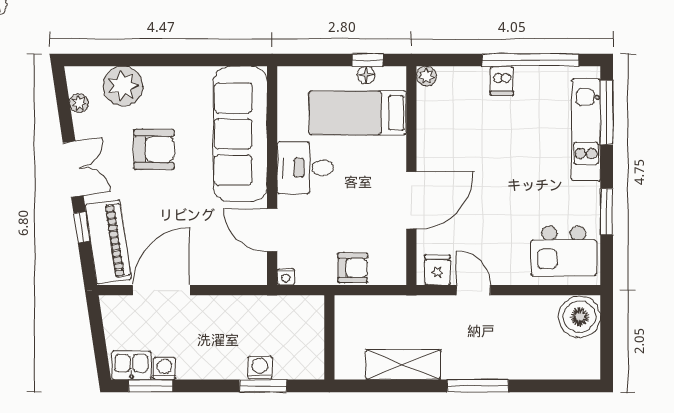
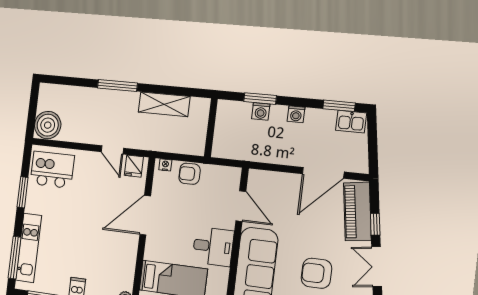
nightstand: (286, 277) -> (165, 165), moved
washing machine: (164, 368) -> (296, 114), moved

